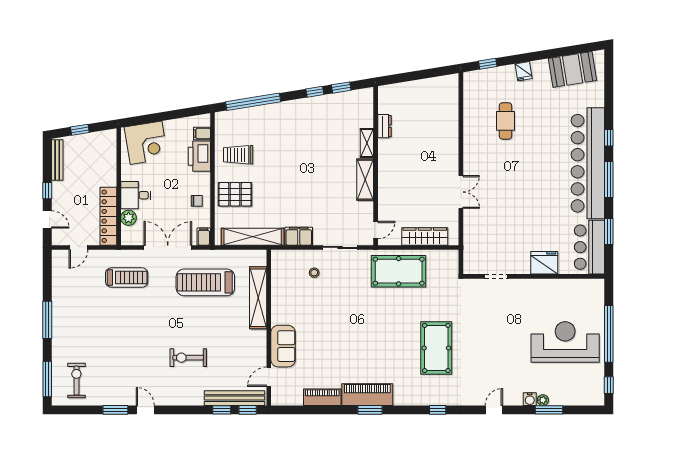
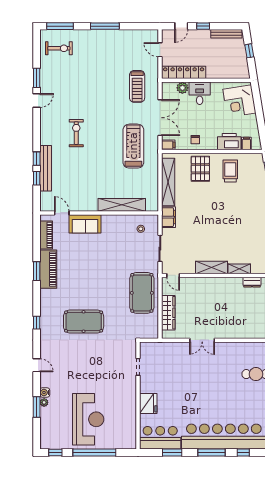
shelving: (258, 298) -> (122, 205), moved
wall: (269, 328) -> (99, 213), moved
sofa: (283, 346) -> (85, 224), moved
door: (269, 377) -> (62, 213), moved

